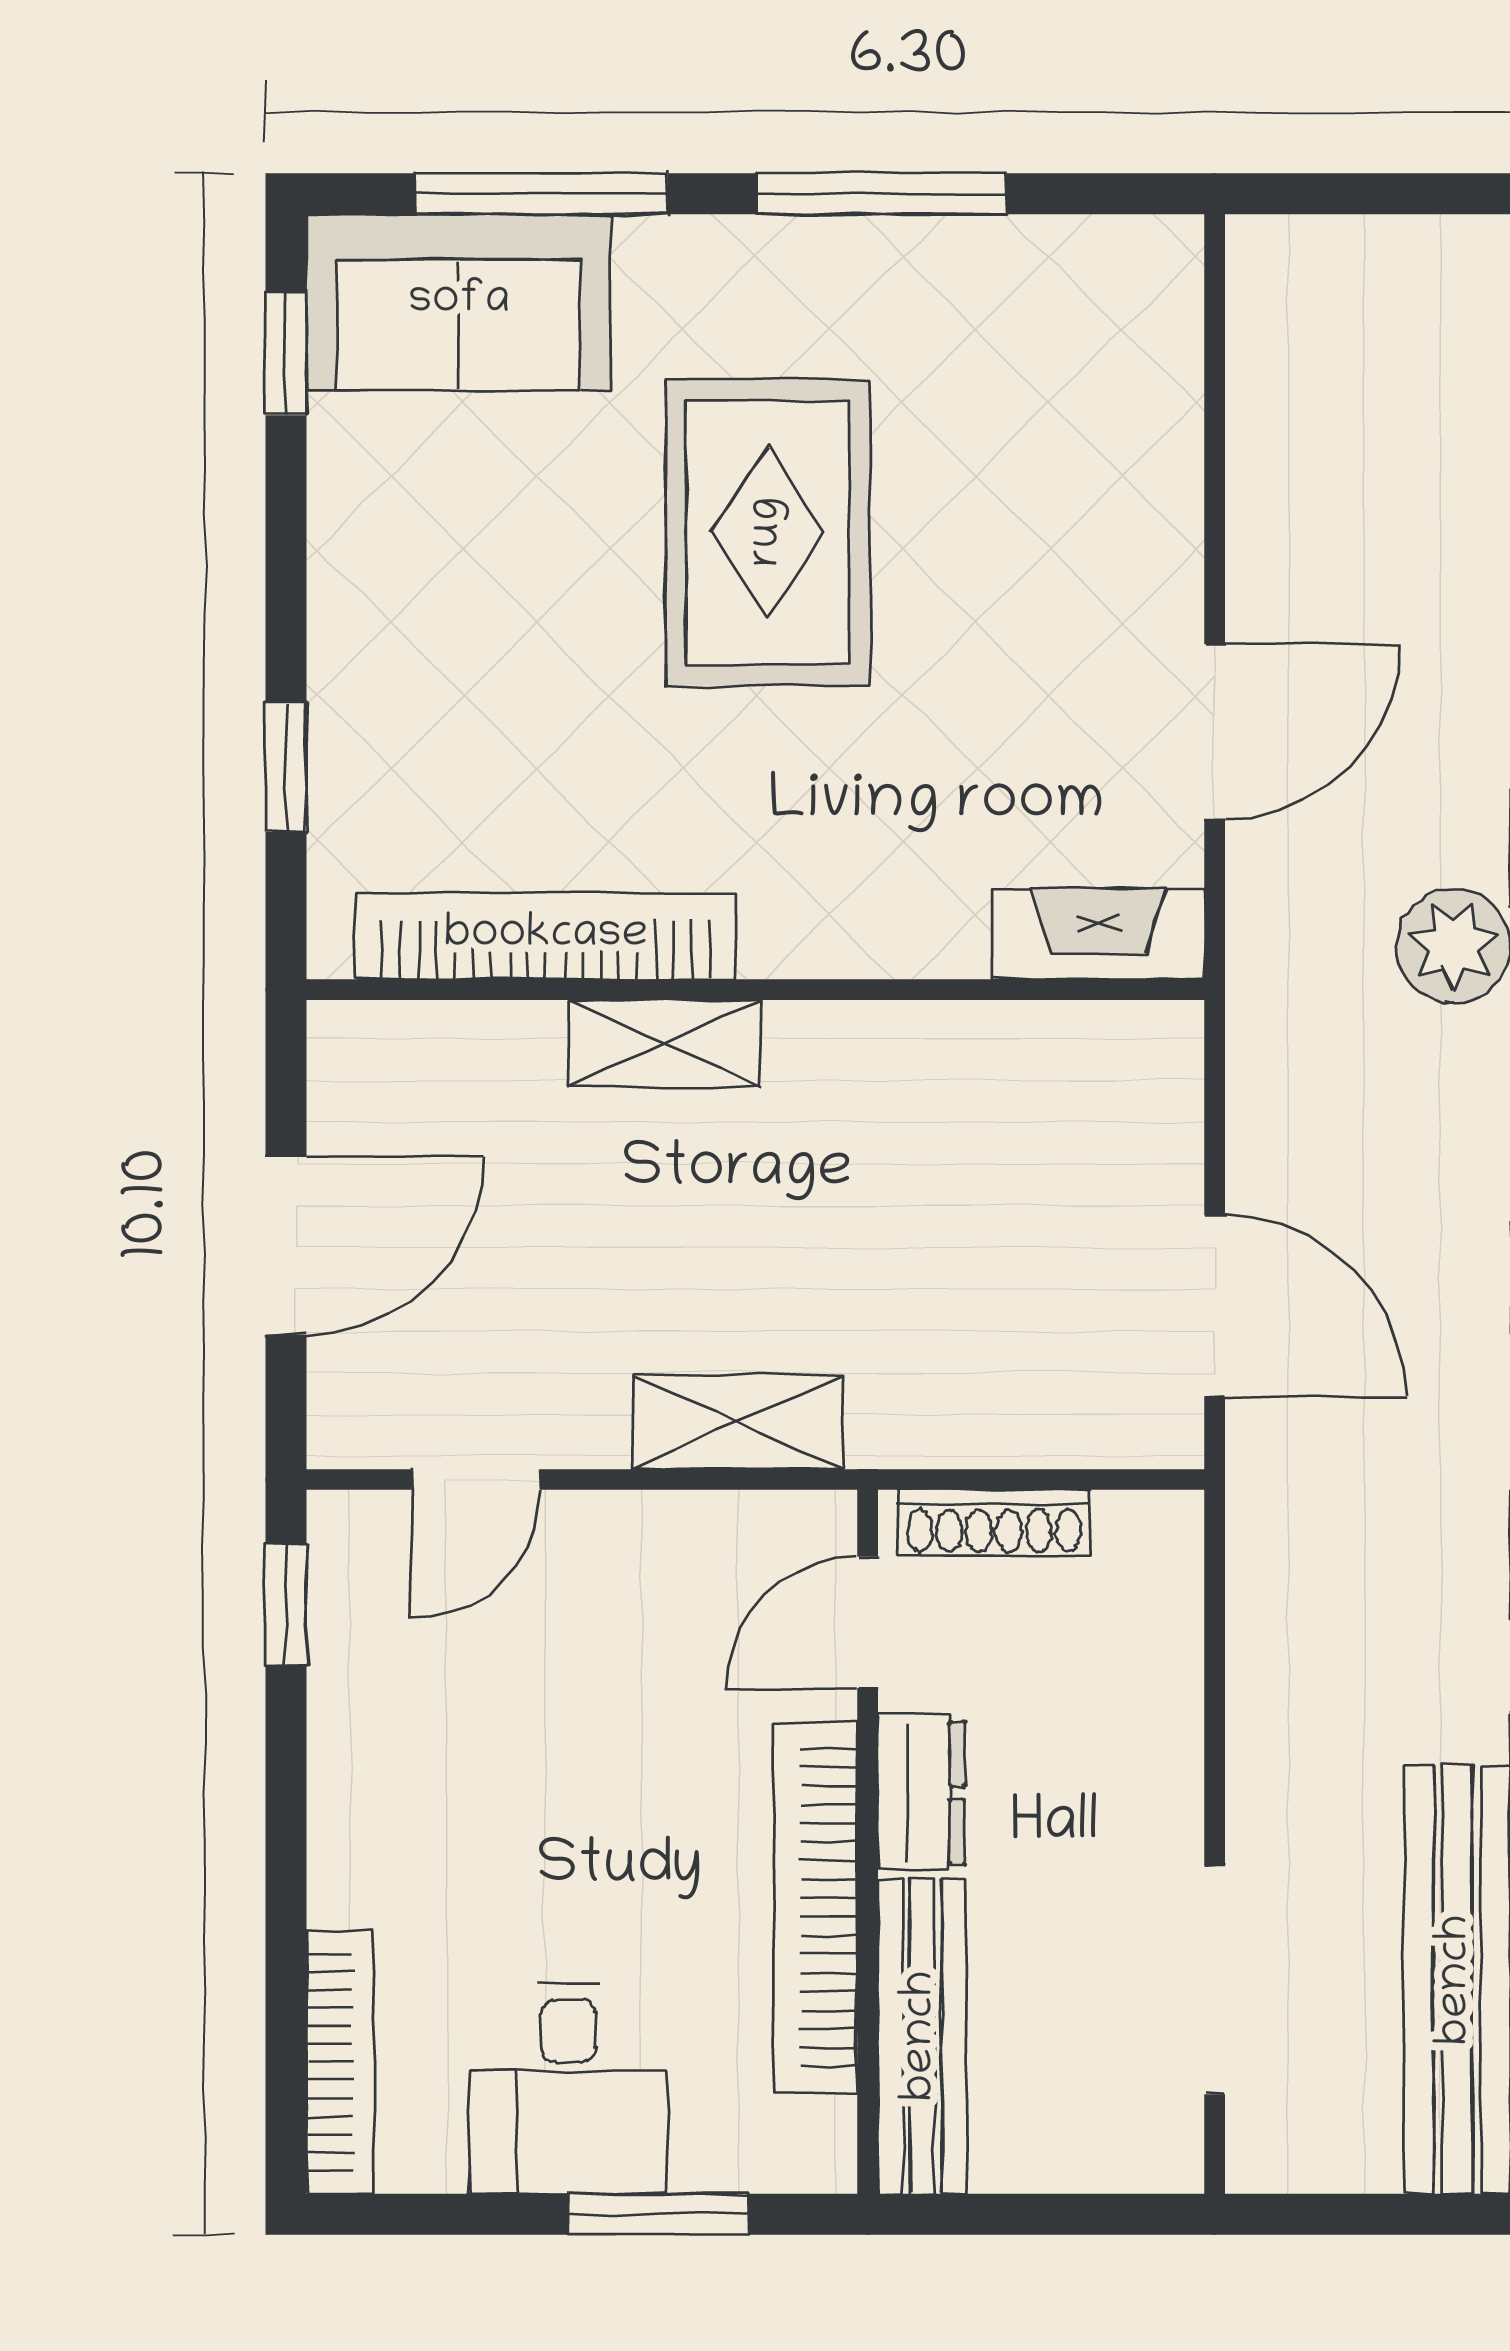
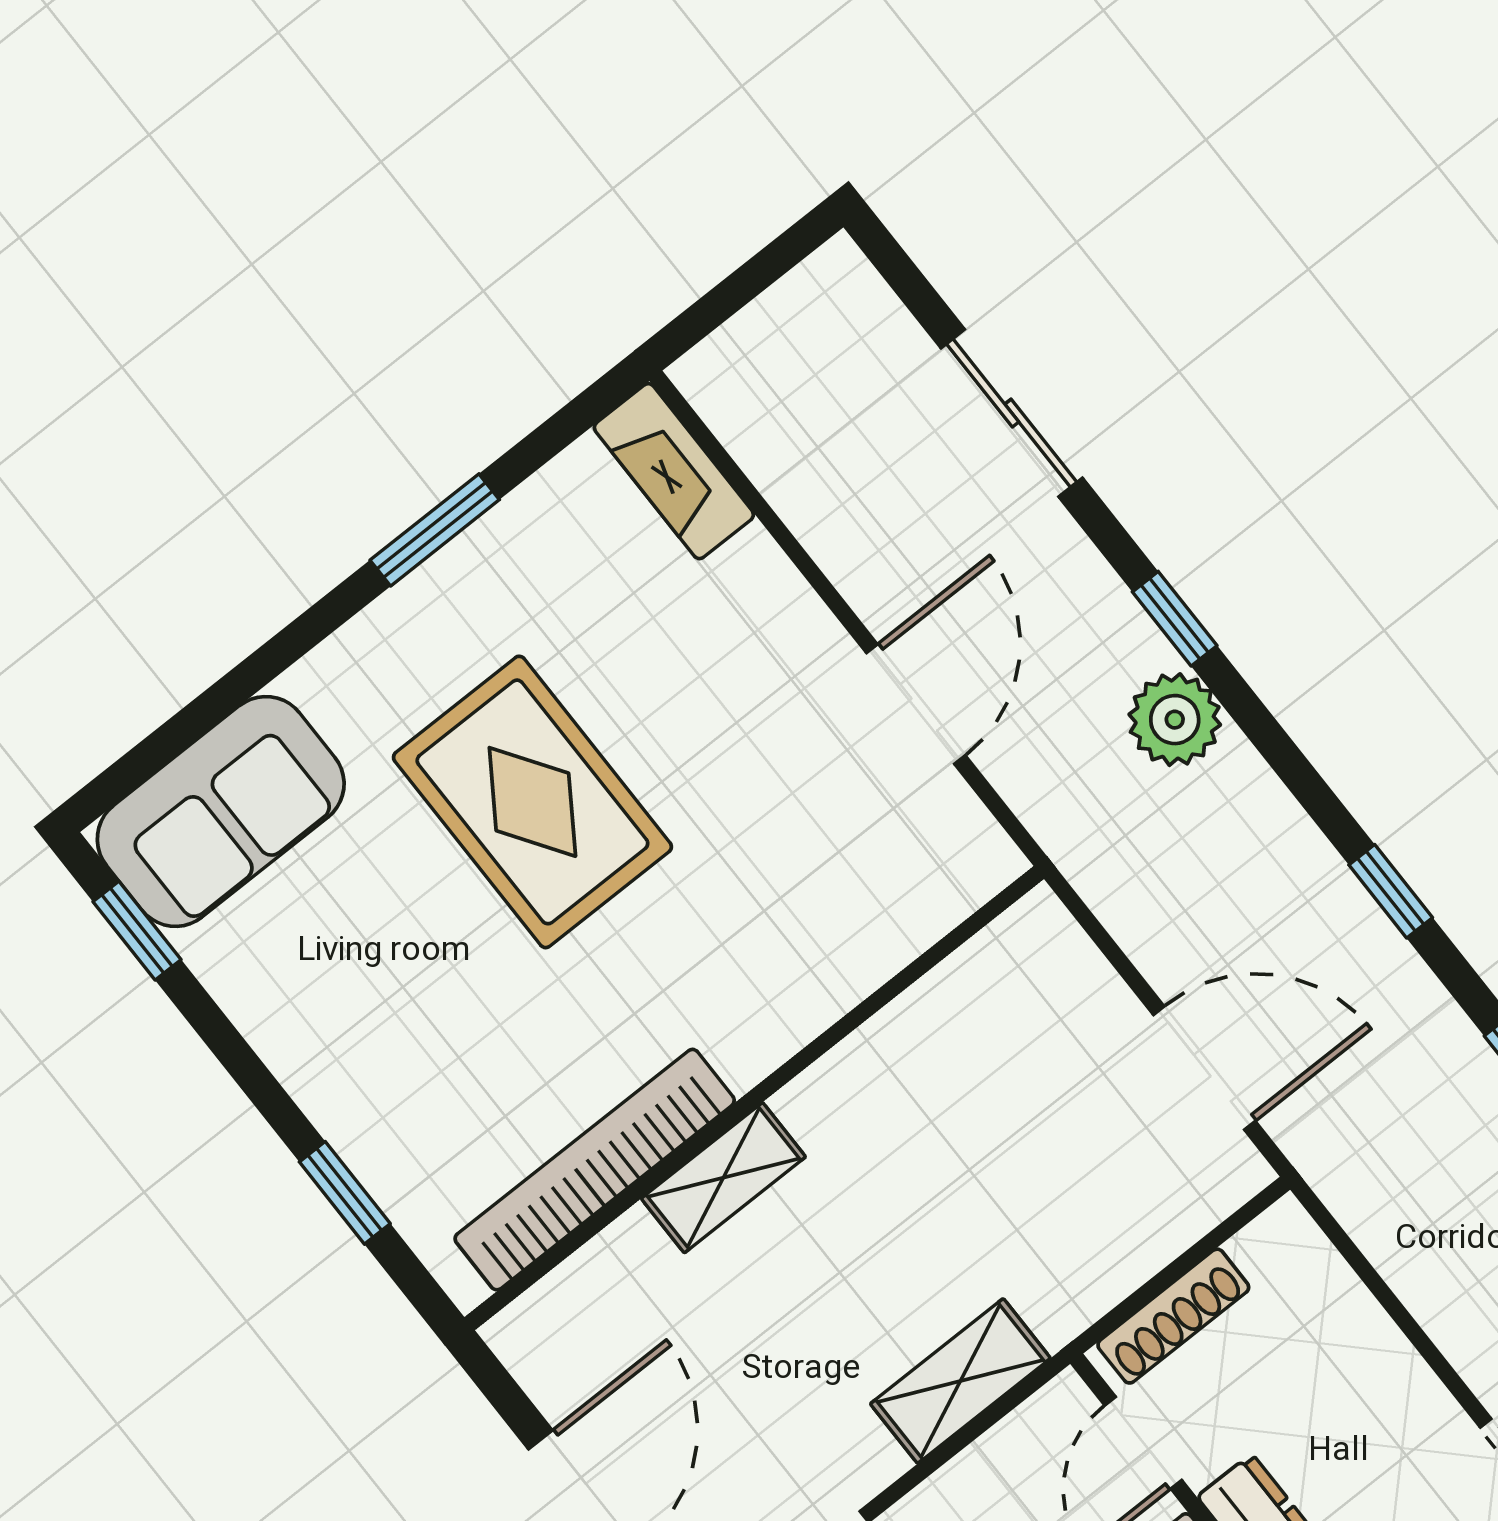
window: (541, 194) -> (219, 701), removed
window: (882, 194) -> (435, 530), width x0.69
fireplace: (1098, 934) -> (674, 471), moved, turned -90

